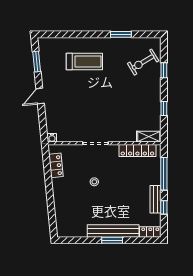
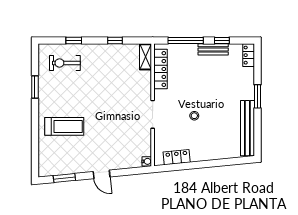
treadmill: (84, 61) -> (64, 126), turned 90
exercise bike: (143, 62) -> (65, 63), turned 121
bench: (113, 231) -> (247, 128), moved

